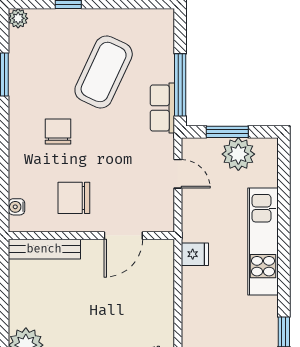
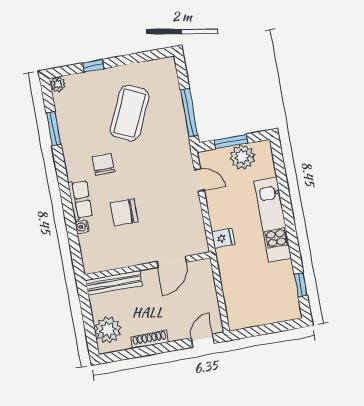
row of seats: (162, 108) -> (80, 200), moved, turned 180
wall: (91, 236) -> (147, 266), moved
door: (123, 236) -> (172, 262), moved
bench: (44, 249) -> (114, 283), moved

